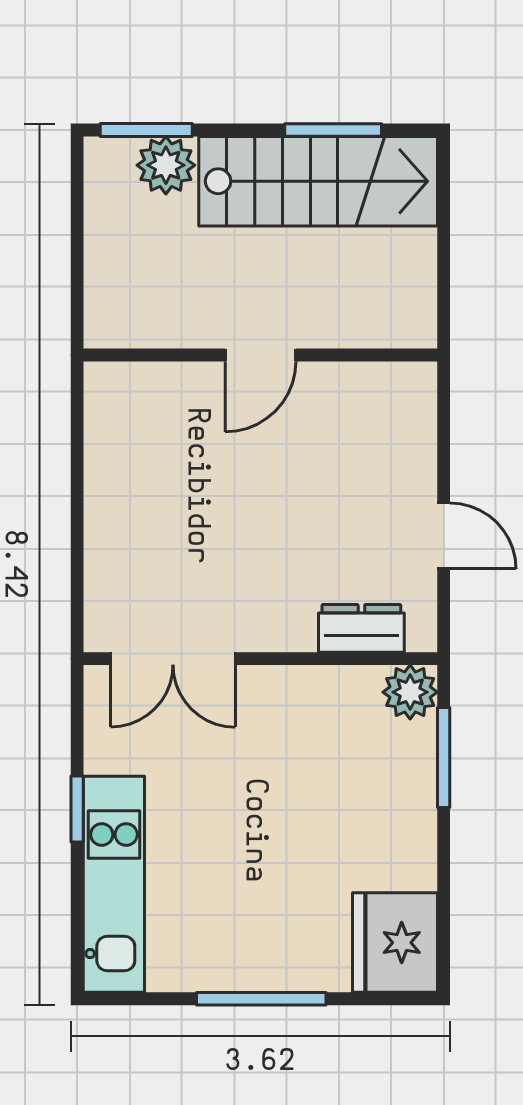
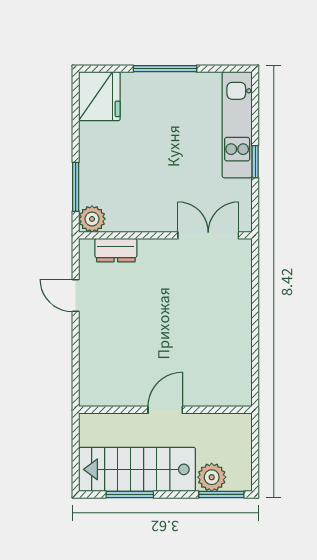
wall: (260, 355) -> (165, 410), moved
door: (261, 355) -> (165, 410), moved

